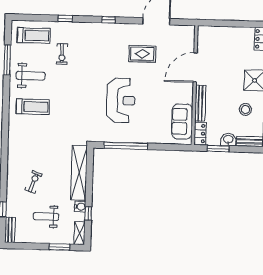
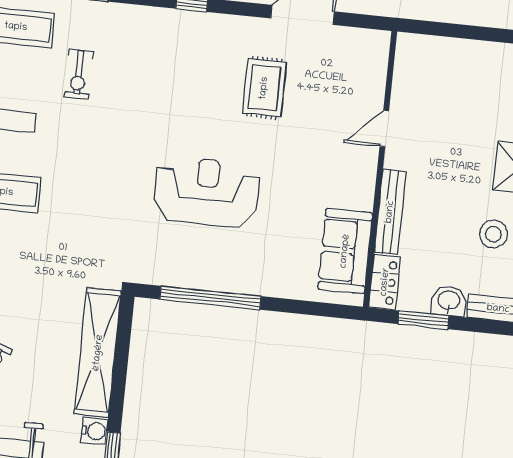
rug: (142, 54) -> (264, 88), turned 90
door: (195, 68) -> (384, 129), width x0.53
reception desk: (121, 100) -> (207, 192), turned -90

